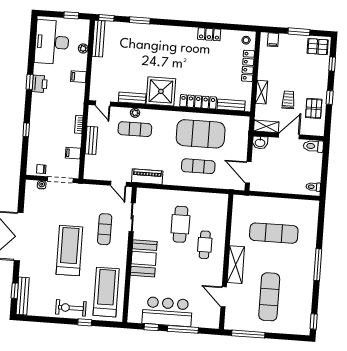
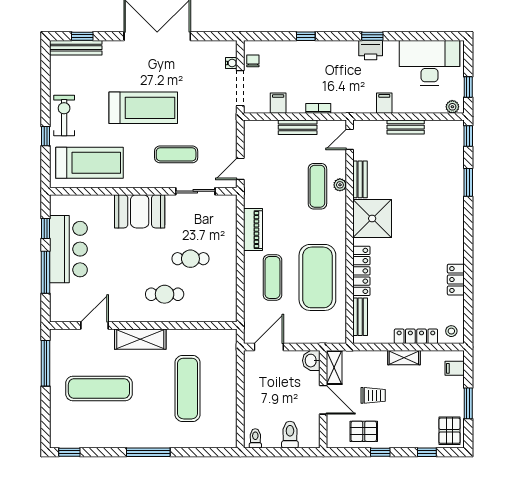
bench: (98, 39) -> (406, 127), moved, width x0.73
plant: (83, 49) -> (452, 107), moved
shelving: (262, 92) -> (404, 358), moved
toilet: (313, 146) -> (290, 435), moved
piano: (147, 177) -> (253, 230), moved
cafe table: (180, 224) -> (190, 259), width x0.73, depth x0.74

